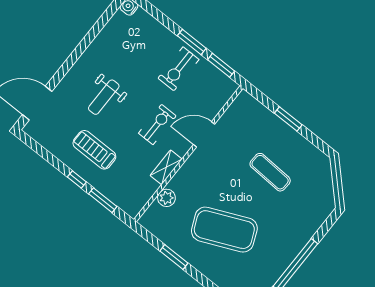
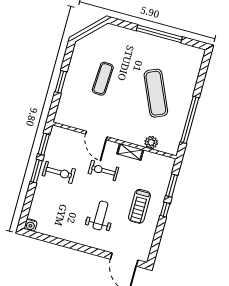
weight bench: (104, 97) -> (100, 215), turned -90
exercise mat: (224, 230) -> (156, 93), width x0.68
window: (174, 257) -> (190, 120), width x2.11

